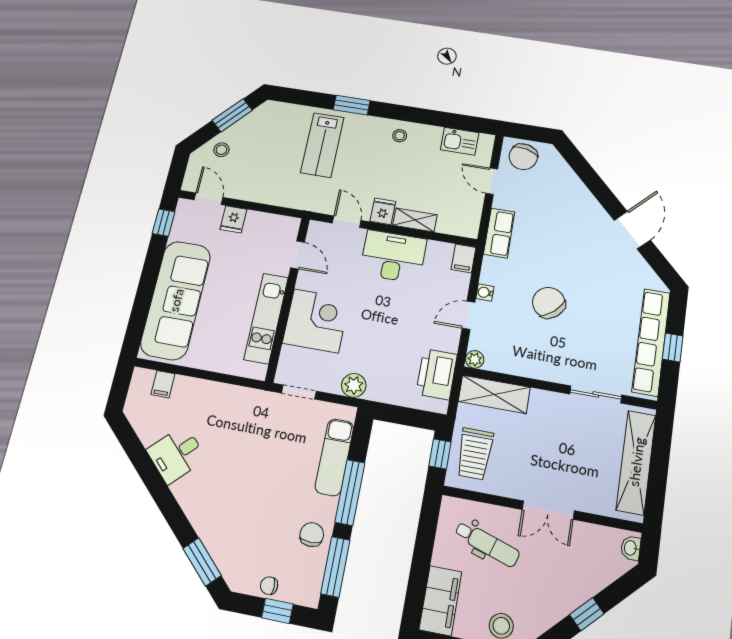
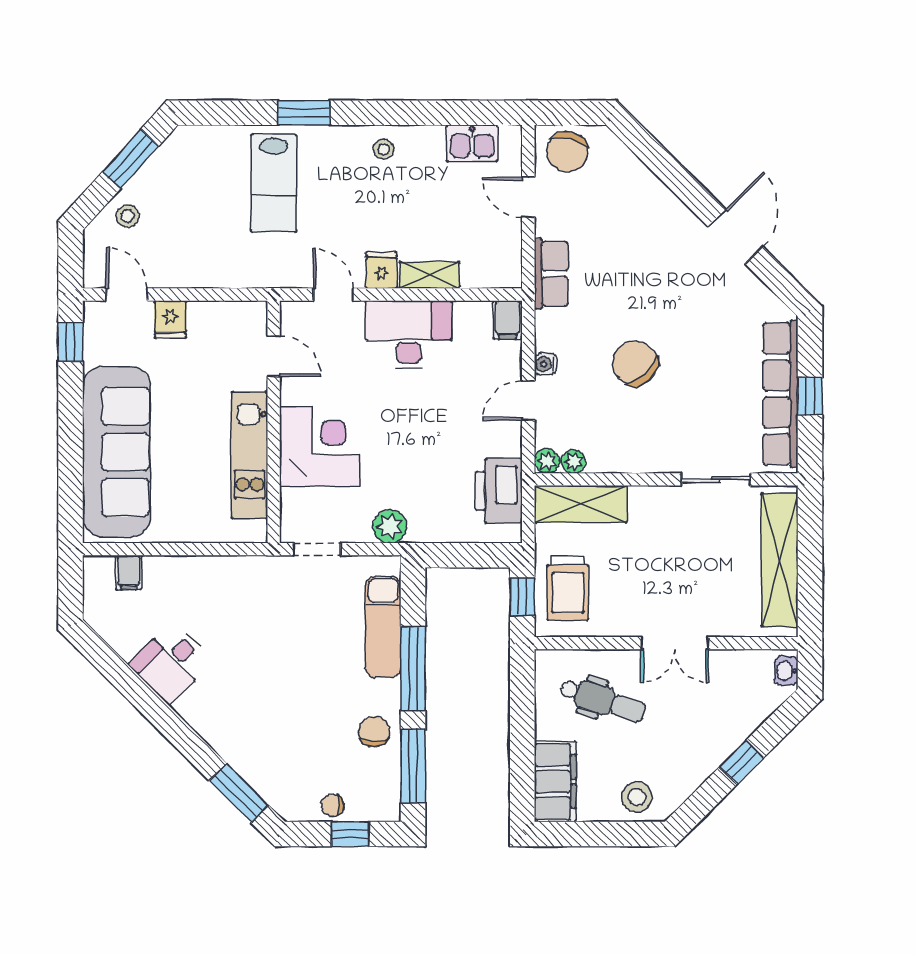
plant: (494, 363) -> (573, 462), added

